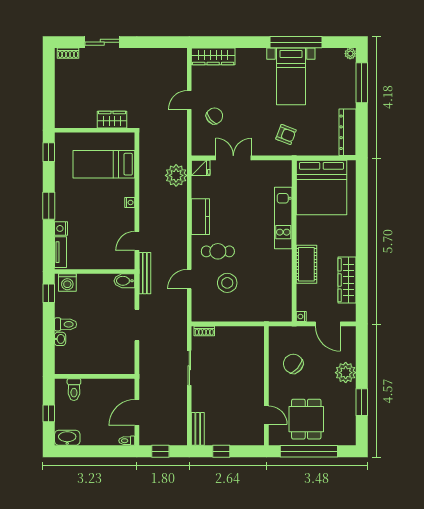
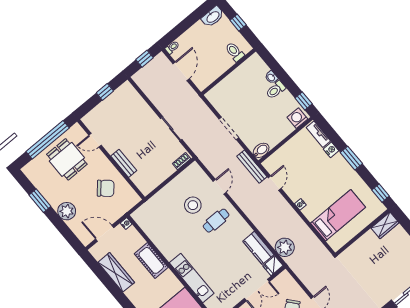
wardrobe: (112, 120) -> (385, 225), moved
kitchen counter: (200, 217) -> (258, 248), moved
bench: (198, 429) -> (124, 163), moved

